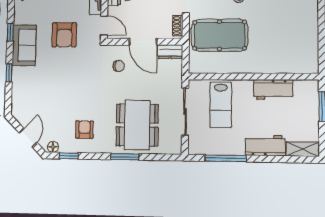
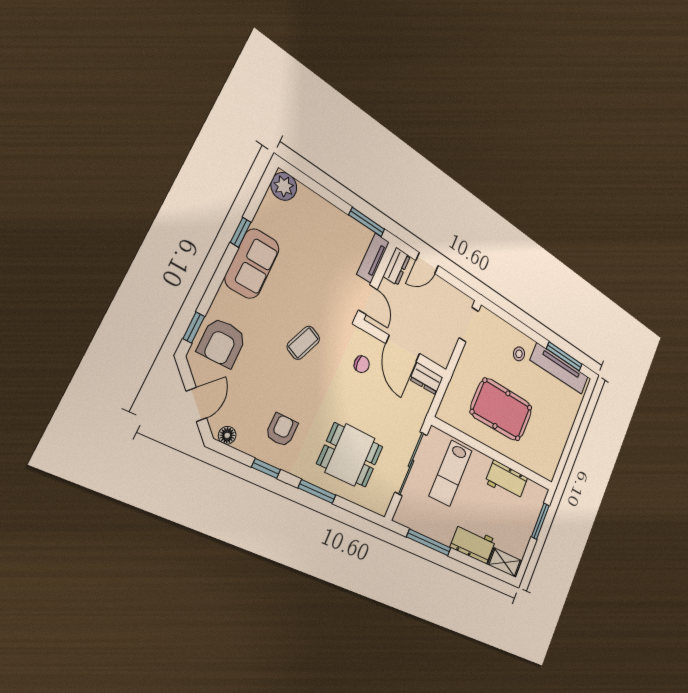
shoe rack: (178, 26) -> (448, 351), removed
armchair: (64, 35) -> (222, 343), moved
pool table: (219, 35) -> (501, 410), moved
window: (9, 73) -> (194, 327), moved
coffee table: (74, 73) -> (303, 343), added
dining table: (137, 125) -> (350, 455), width x0.73
window: (69, 156) -> (266, 468), moved

